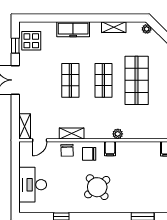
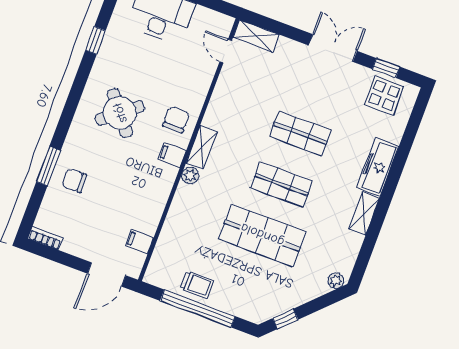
shelving: (114, 27) -> (364, 214), moved
shelving: (72, 133) -> (202, 147), moved
chair: (67, 150) -> (74, 181), moved

